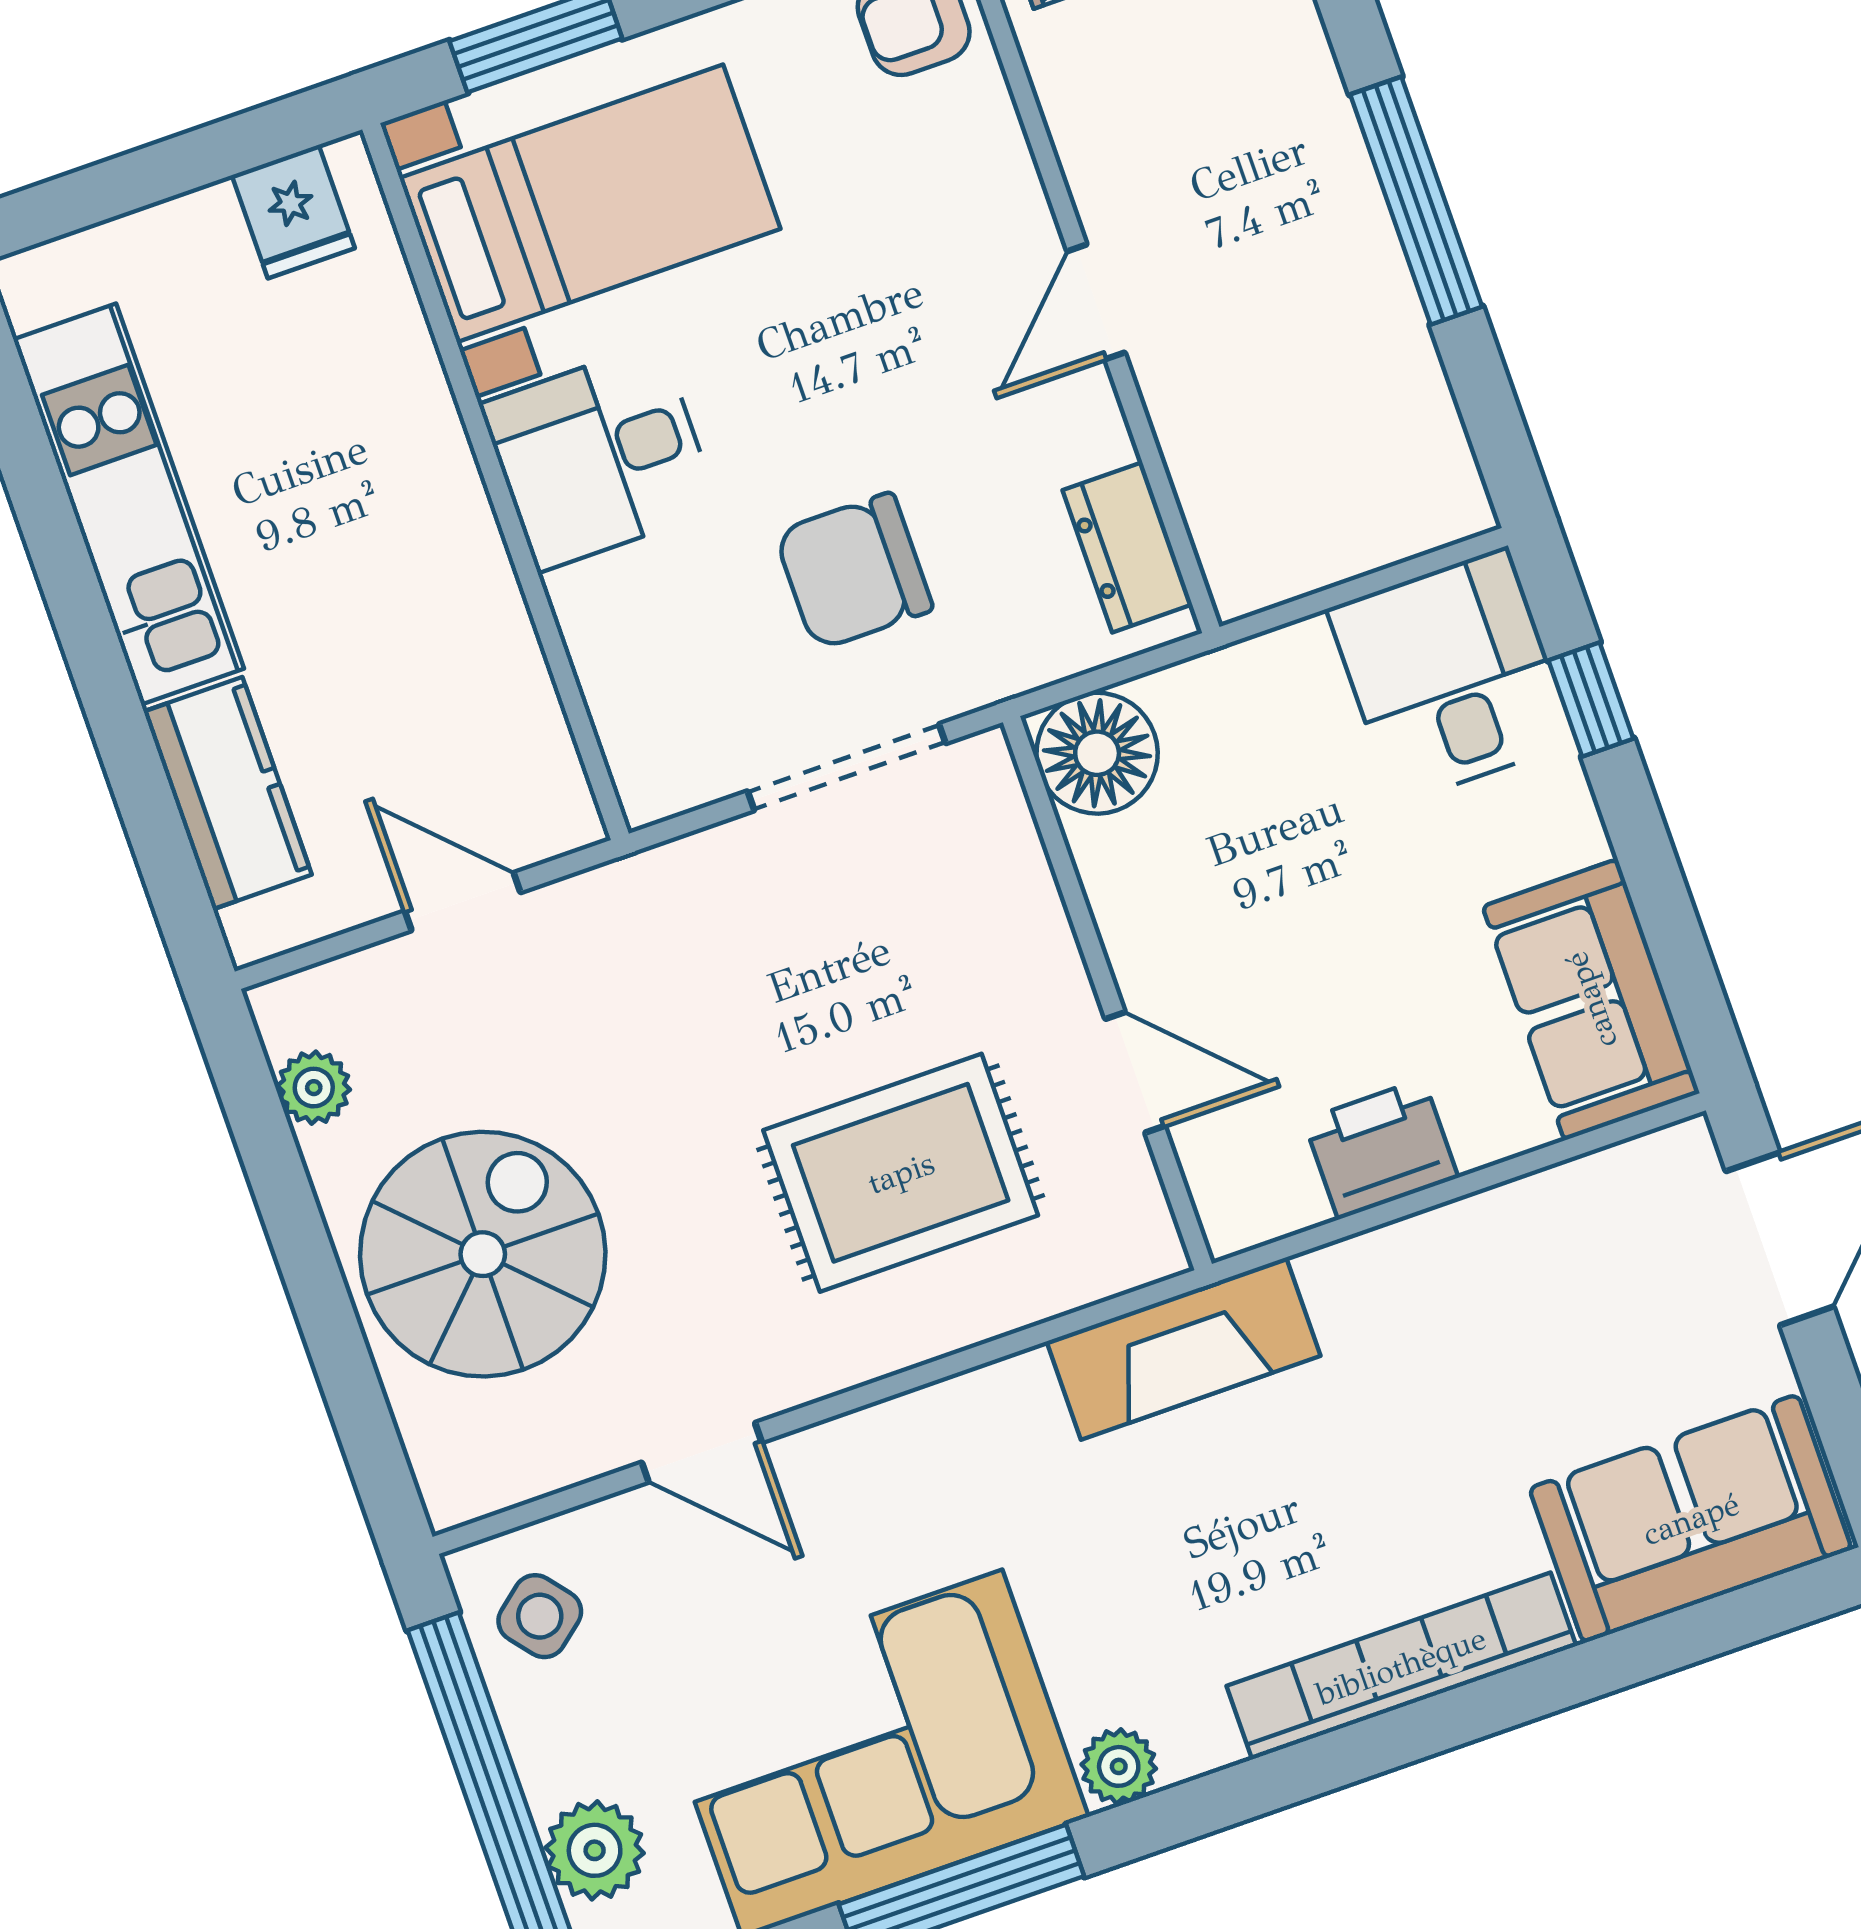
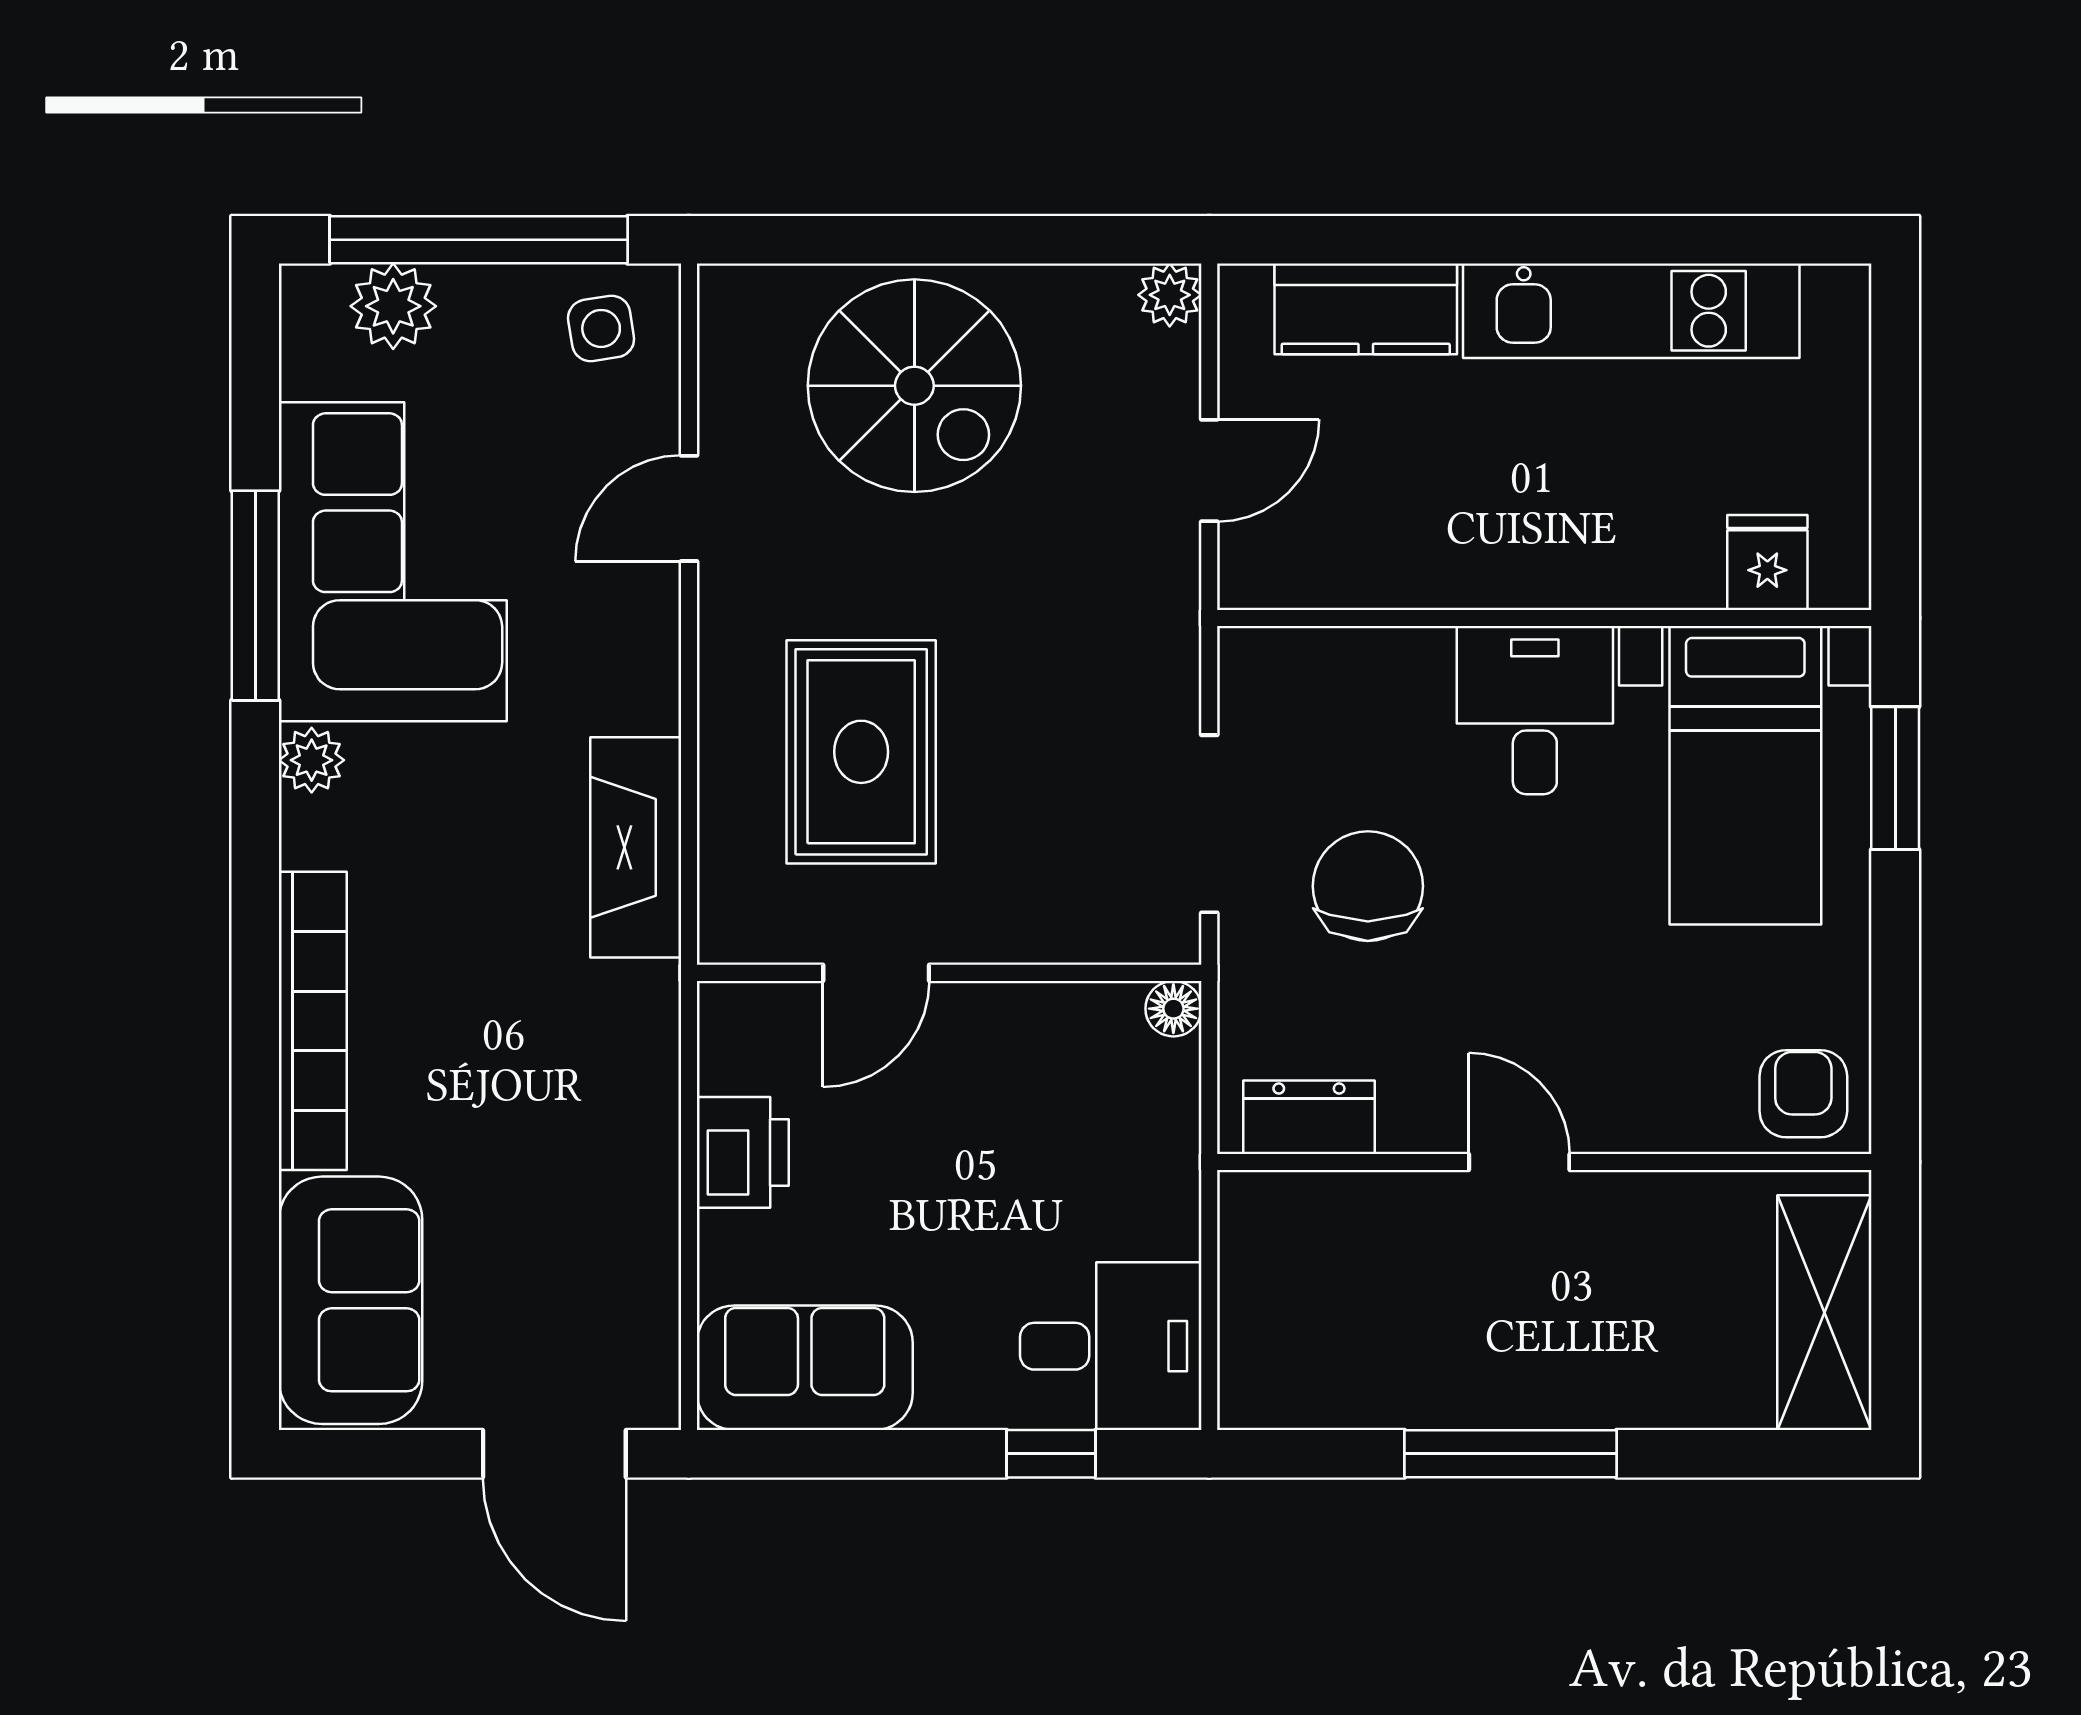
fridge: (293, 212) -> (1767, 562), moved, turned 90
floor lamp: (1097, 753) -> (1173, 1009), width x0.53, depth x0.53
plant: (314, 1088) -> (1170, 295), moved
fireplace: (1184, 1349) -> (636, 847), moved
side table: (540, 1616) -> (601, 328), turned 30

